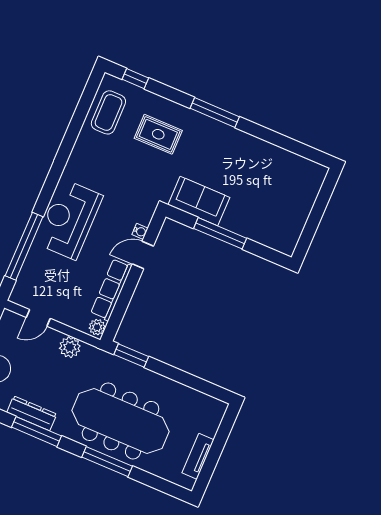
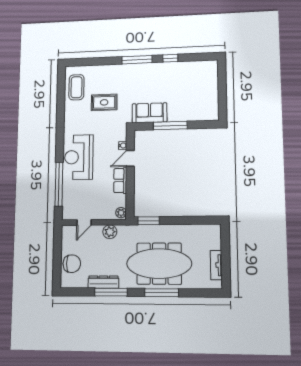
window: (135, 79) -> (170, 58), moved
rug: (158, 134) -> (104, 102), moved
row of seats: (111, 290) -> (120, 180), width x0.68

